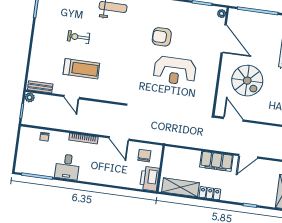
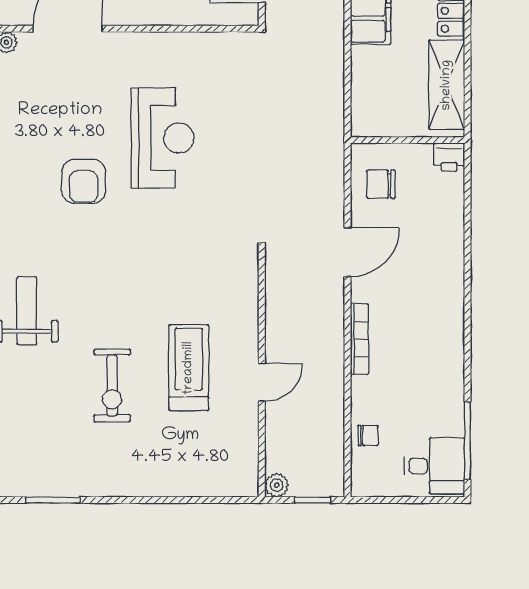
exercise bike: (79, 37) -> (112, 385), width x1.38, depth x1.39
bench: (40, 87) -> (247, 463), removed
desk: (67, 167) -> (434, 466), moved
printer: (149, 179) -> (449, 157), width x0.53, depth x0.68

